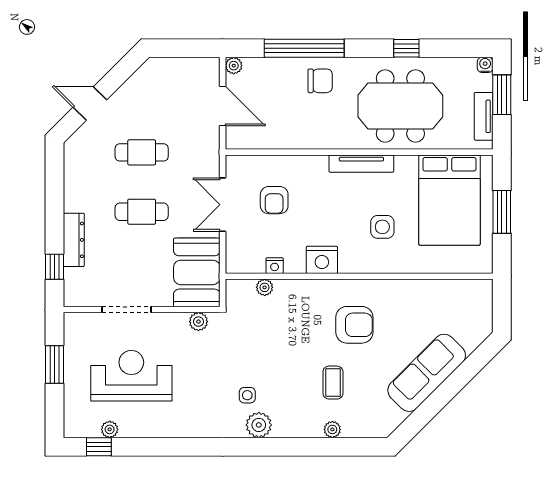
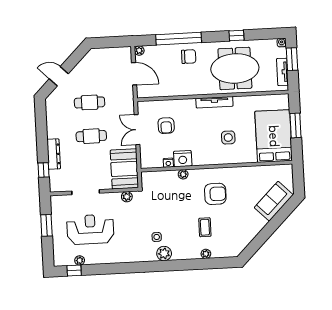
bed: (449, 200) -> (274, 136), moved, turned 180
nightstand: (322, 260) -> (183, 159), moved
plant: (265, 287) -> (183, 174), moved
sofa: (427, 373) -> (274, 201), moved, width x0.73

